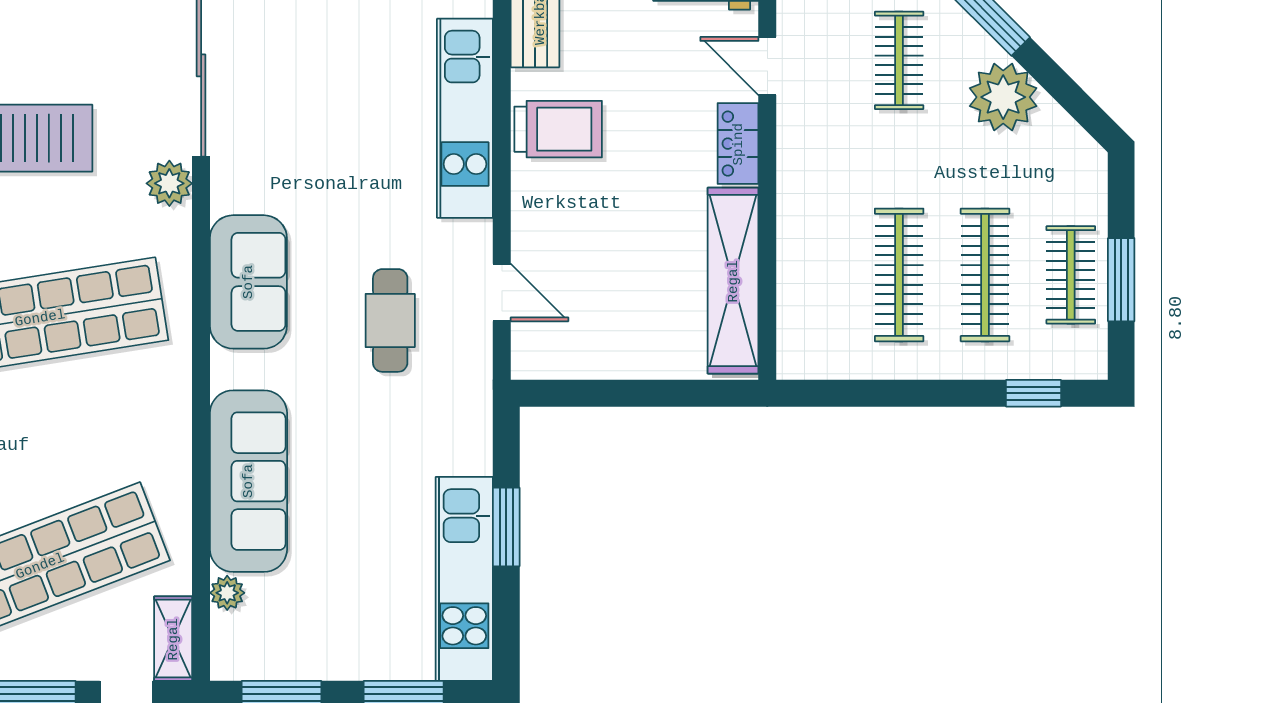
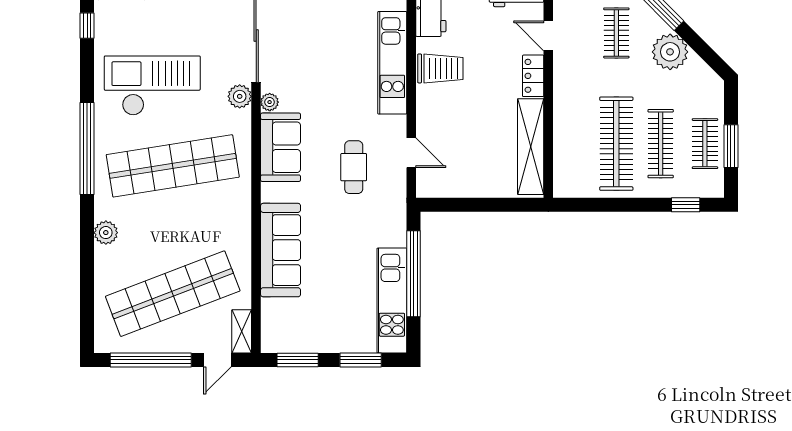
clothes rail: (899, 275) -> (616, 144), width x1.37, depth x1.31
window: (506, 527) -> (414, 274), width x2.11
plant: (227, 593) -> (270, 102), moved

